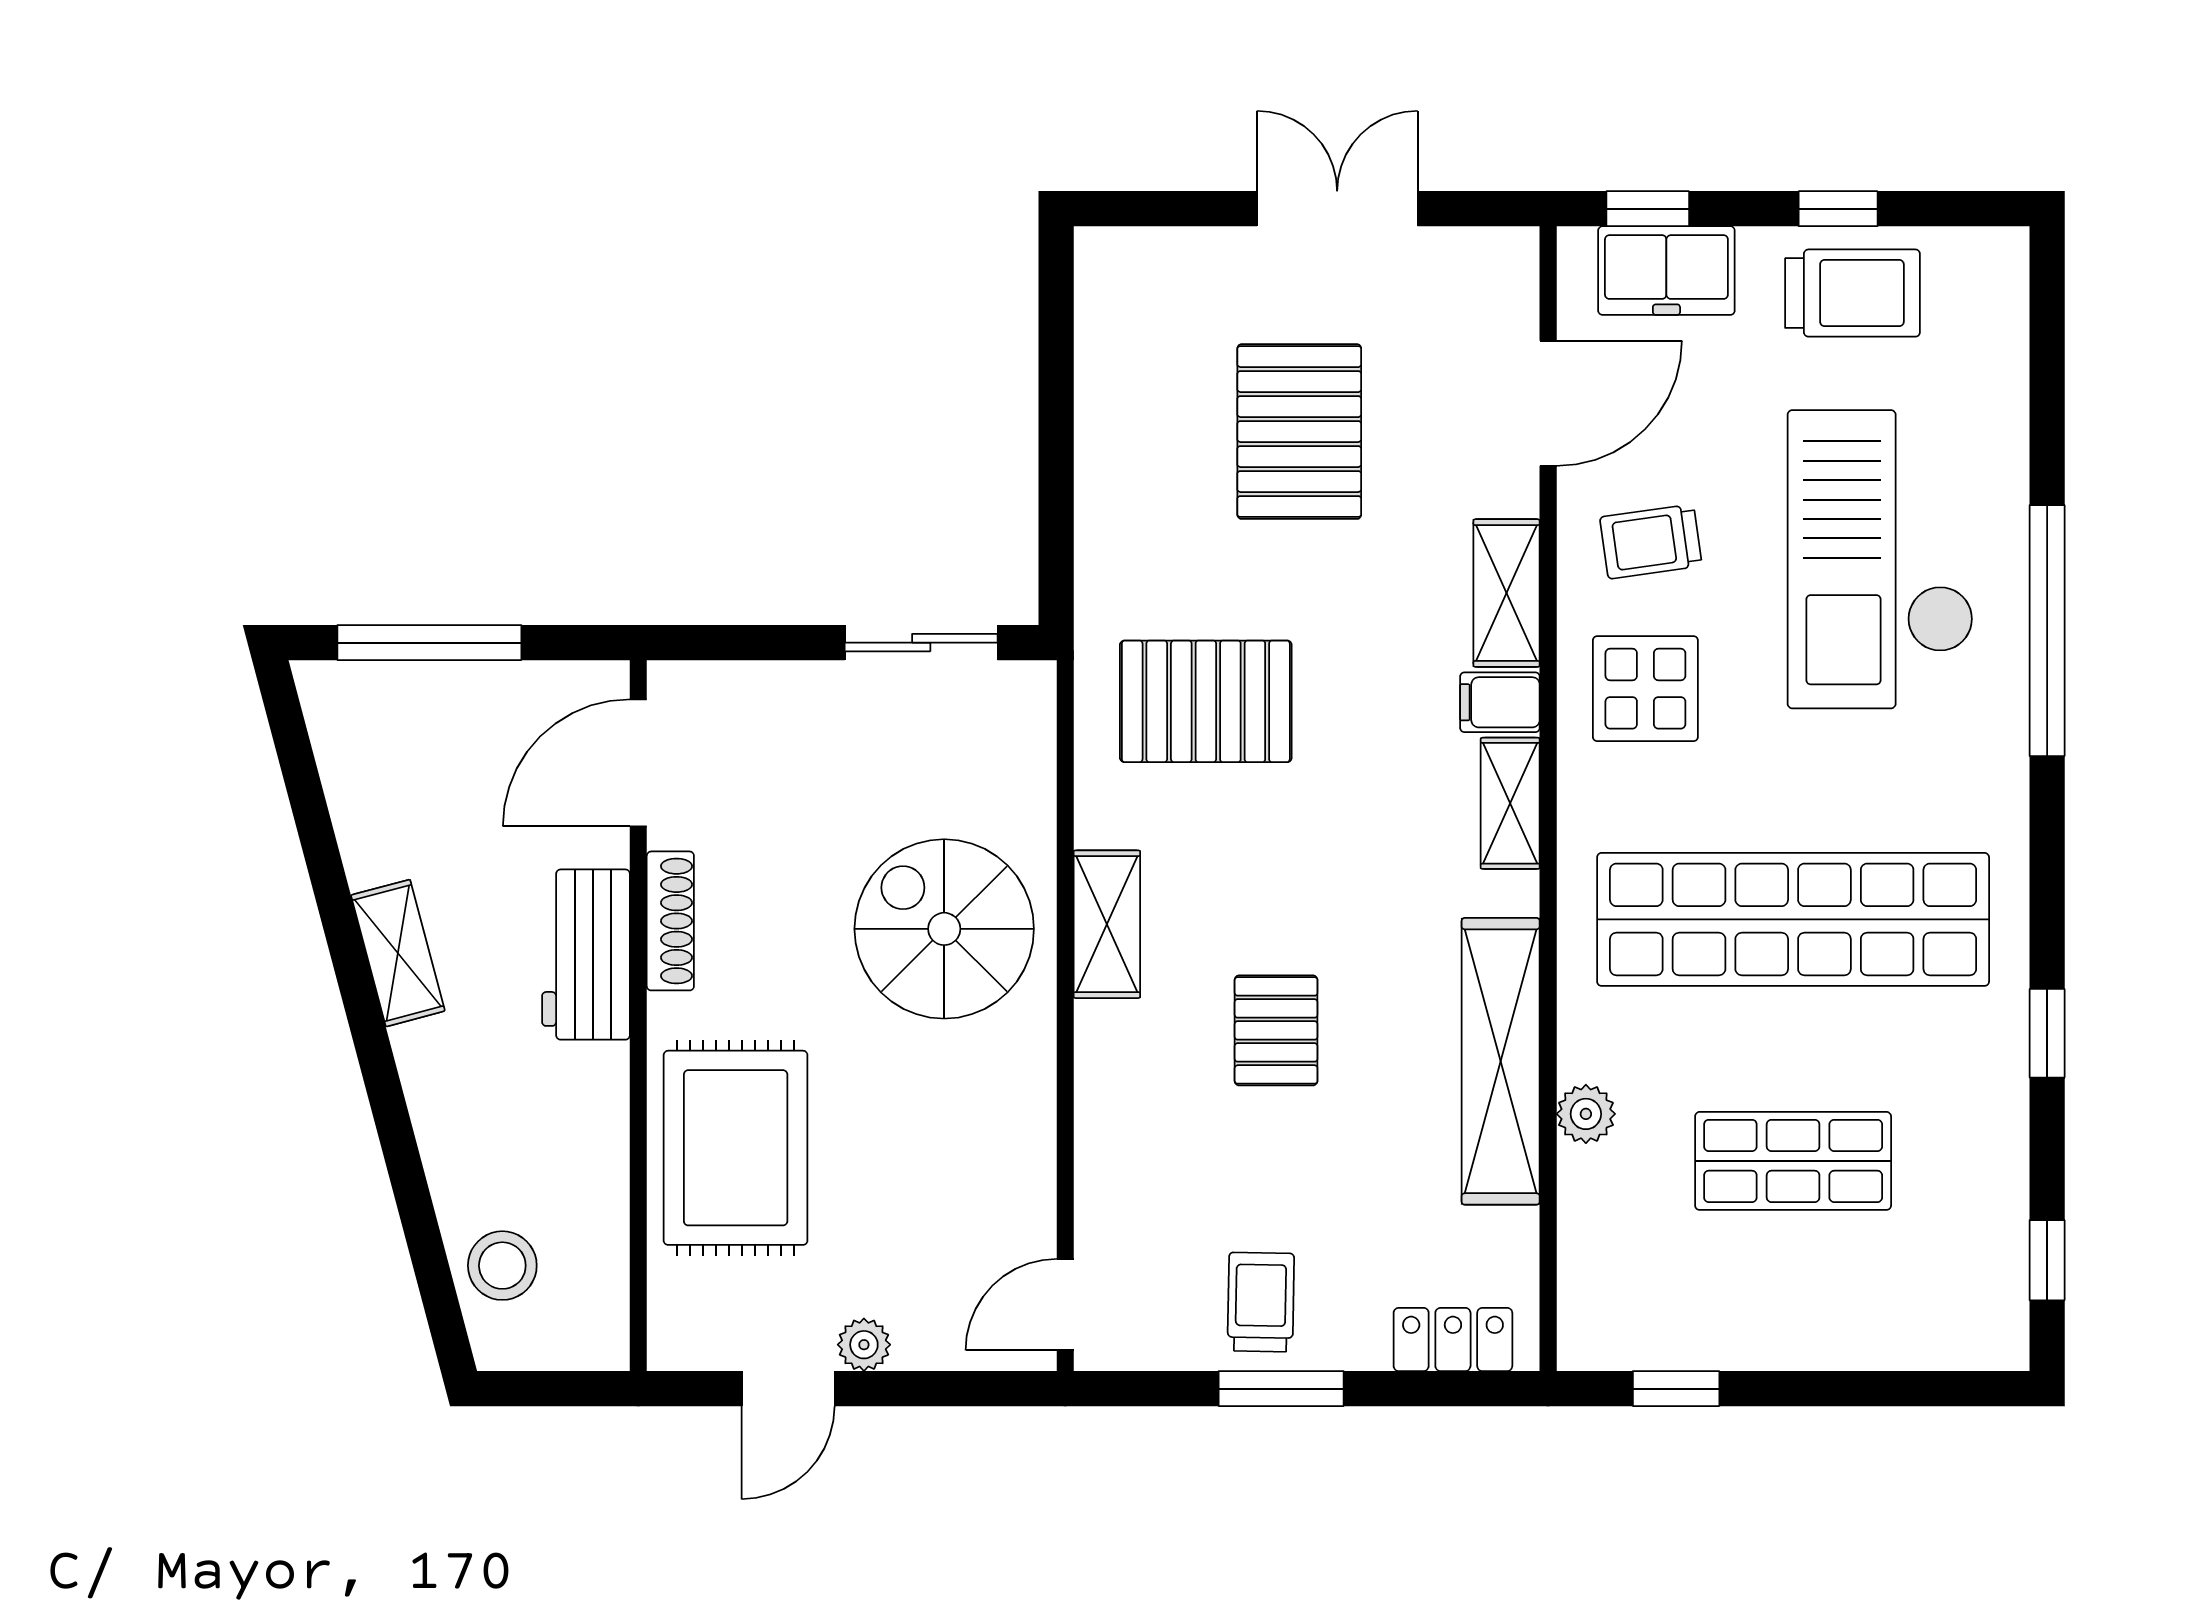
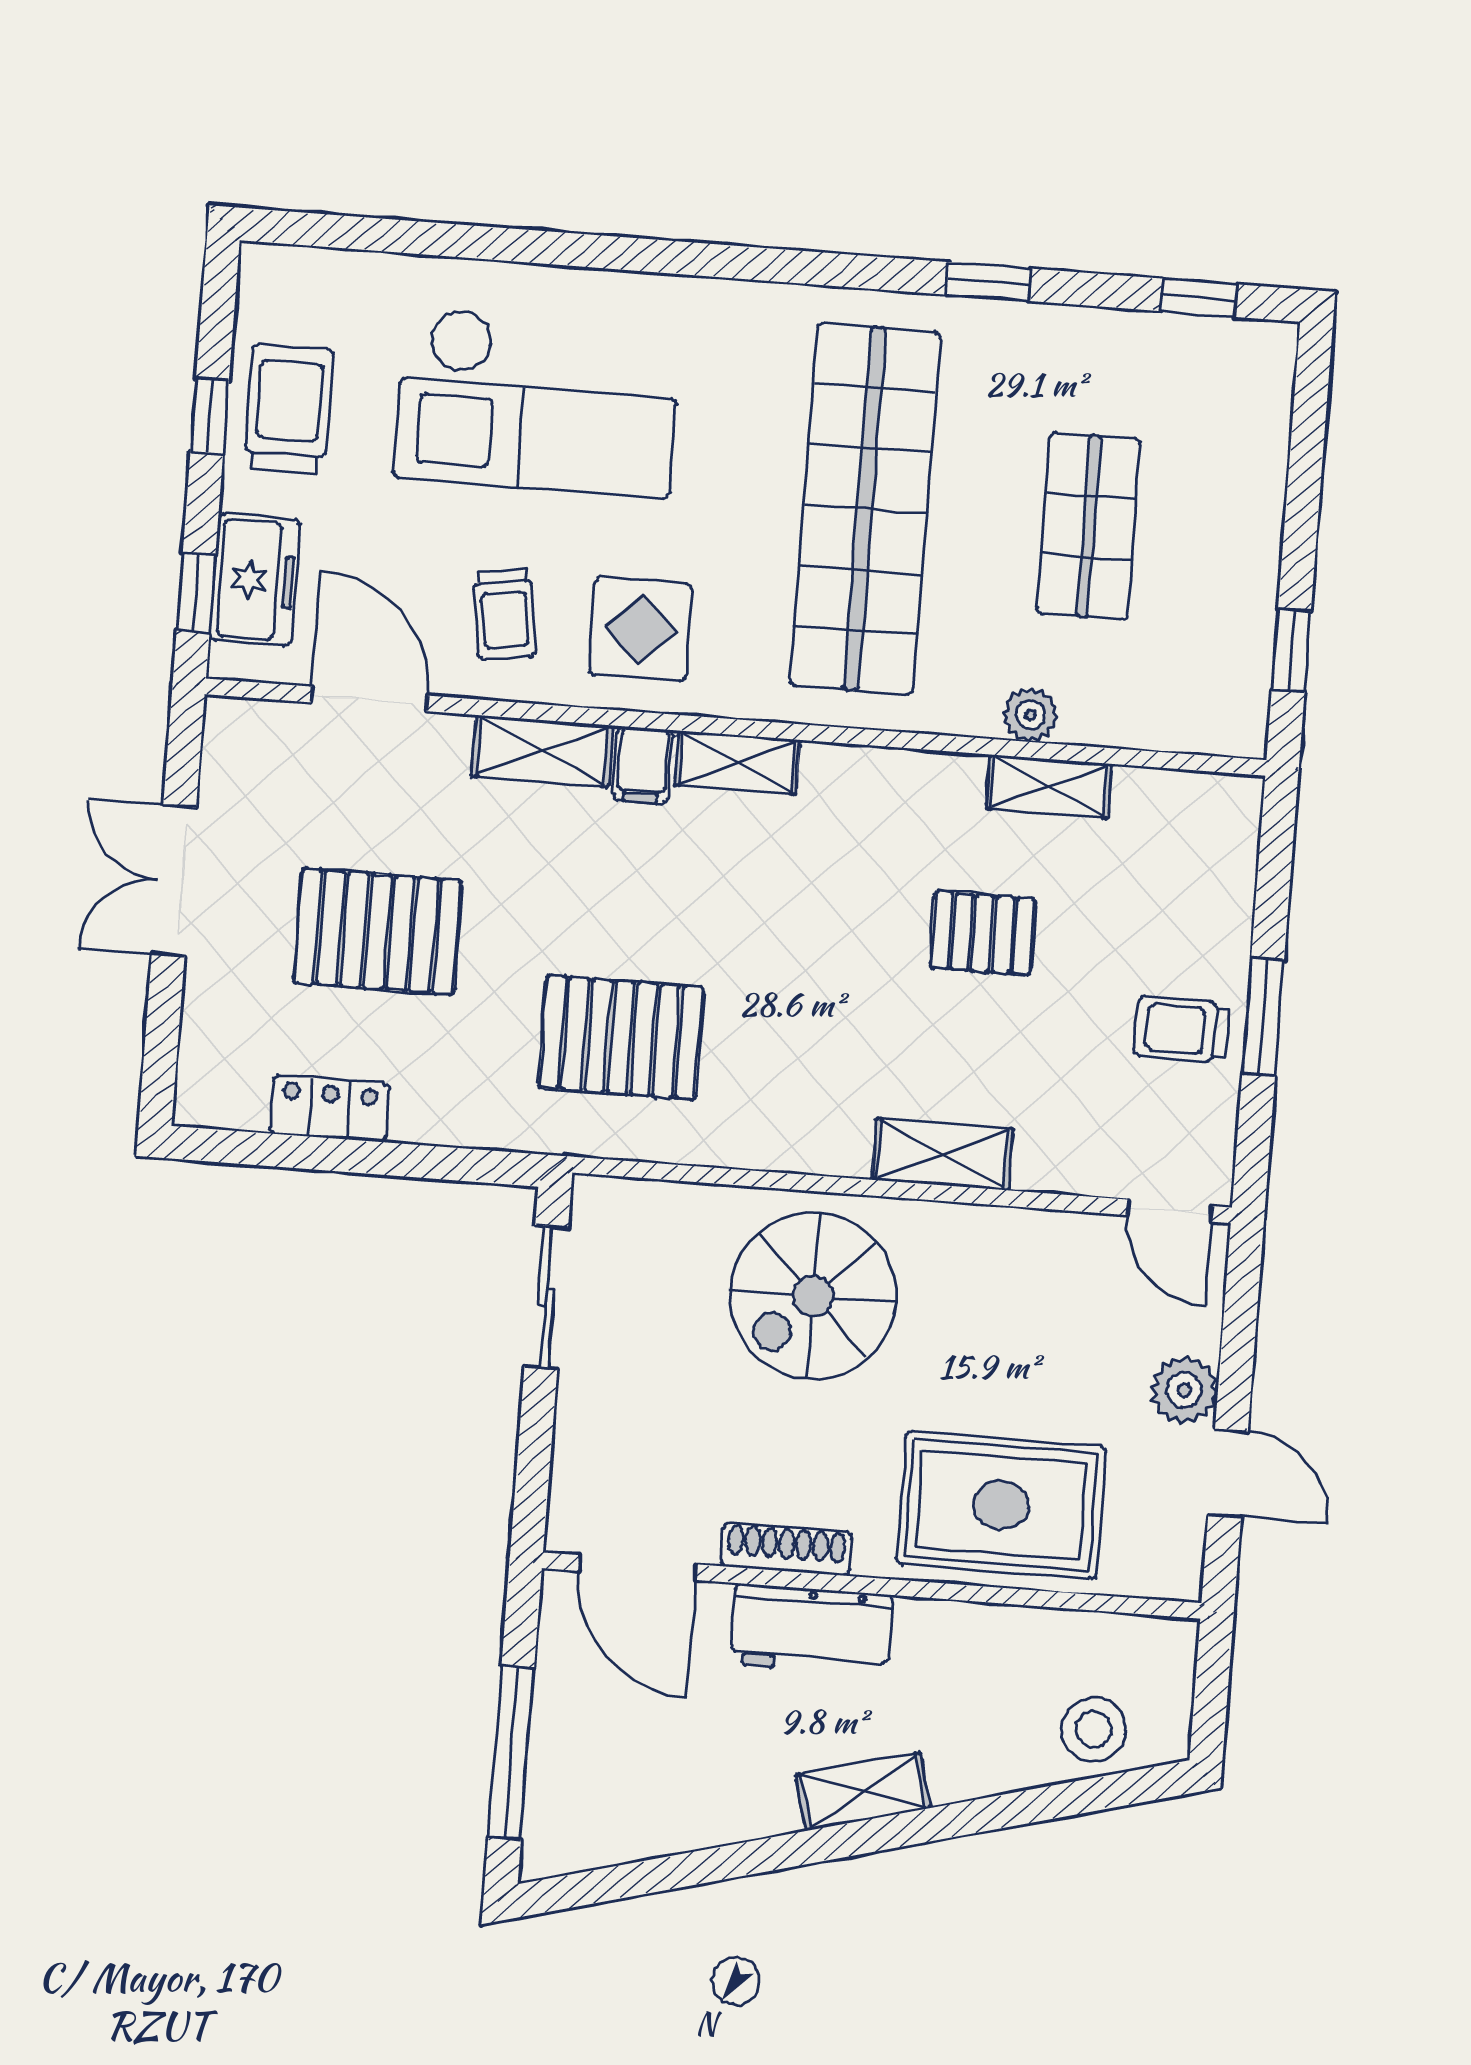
window: (2047, 631) -> (615, 253), removed
pallet: (1206, 701) -> (621, 1037), turned 90
shelving: (1107, 924) -> (942, 1154), moved
shelving: (398, 953) -> (863, 1792), moved
pallet: (1276, 1030) -> (983, 933), moved
shelving: (1501, 1061) -> (1049, 786), width x0.45, depth x0.75
locker: (1453, 1339) -> (329, 1109), moved, turned 90
plant: (864, 1345) -> (1184, 1390), width x1.38, depth x1.38

